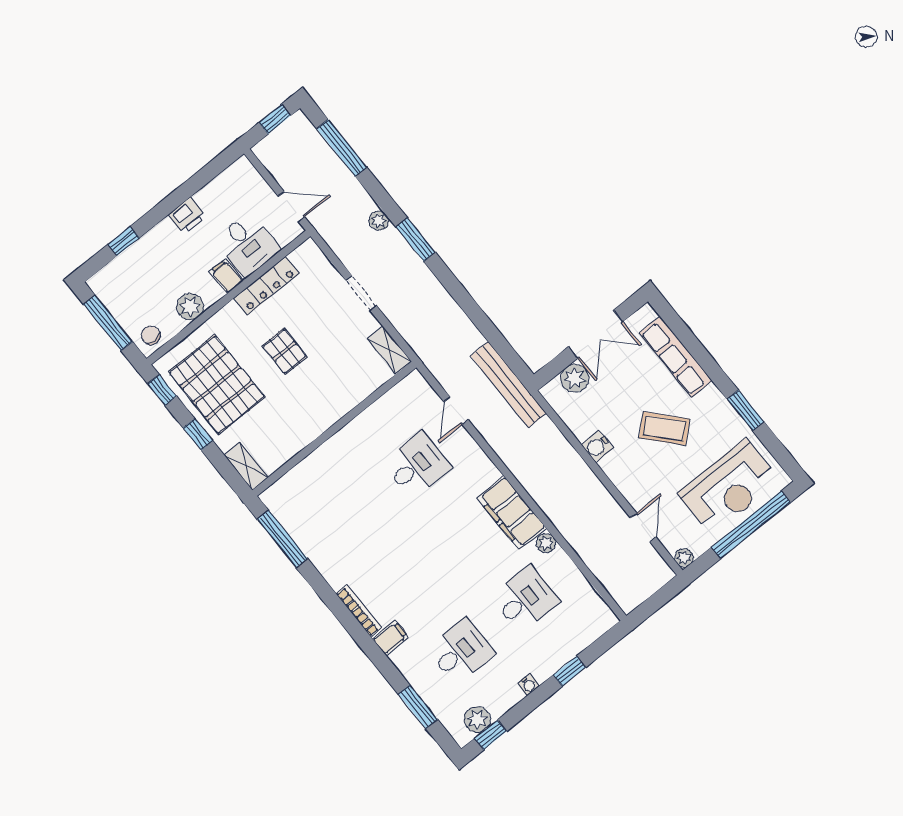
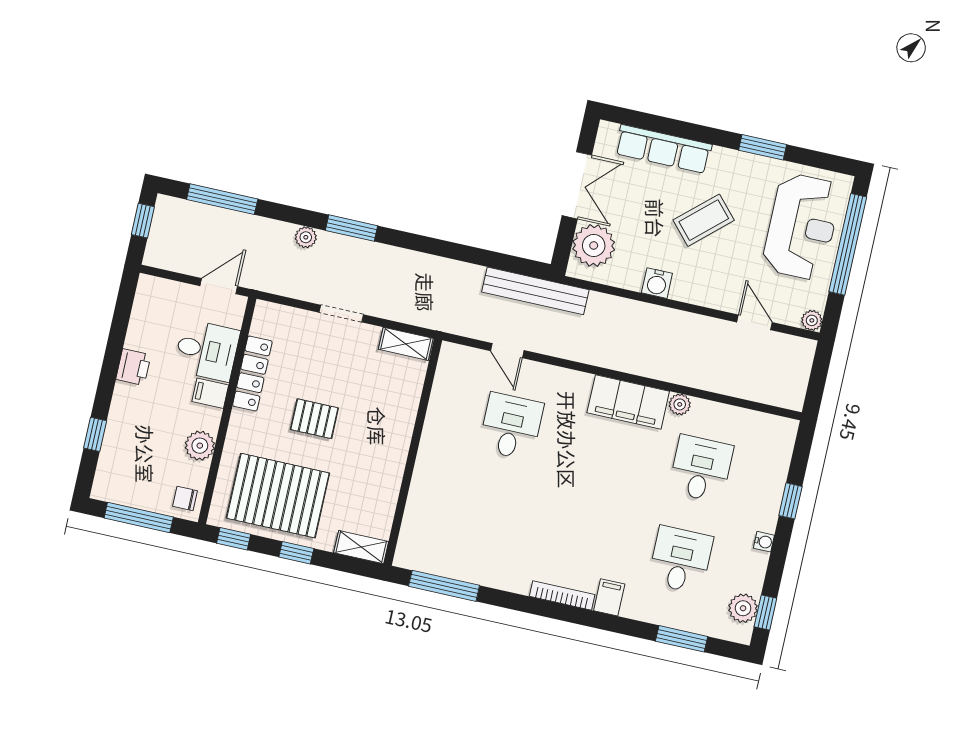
plant: (575, 378) -> (594, 245), width x1.36, depth x1.36

